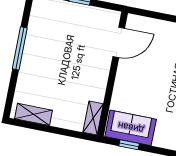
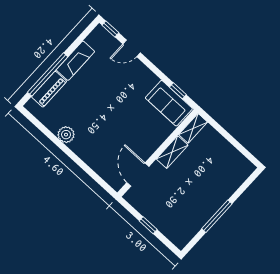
door: (119, 42) -> (138, 174), hinge flipped
shelving: (34, 114) -> (172, 152), moved, turned 90

